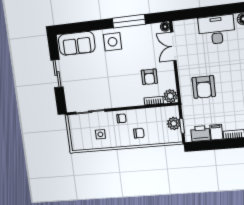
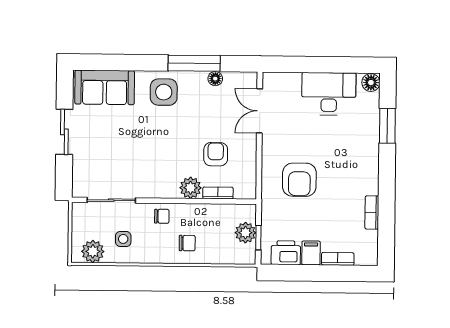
floor lamp: (165, 27) -> (215, 79), moved
armchair: (149, 77) -> (216, 154), turned 180
plant: (170, 96) -> (191, 188), moved
plant: (84, 143) -> (93, 251), added

